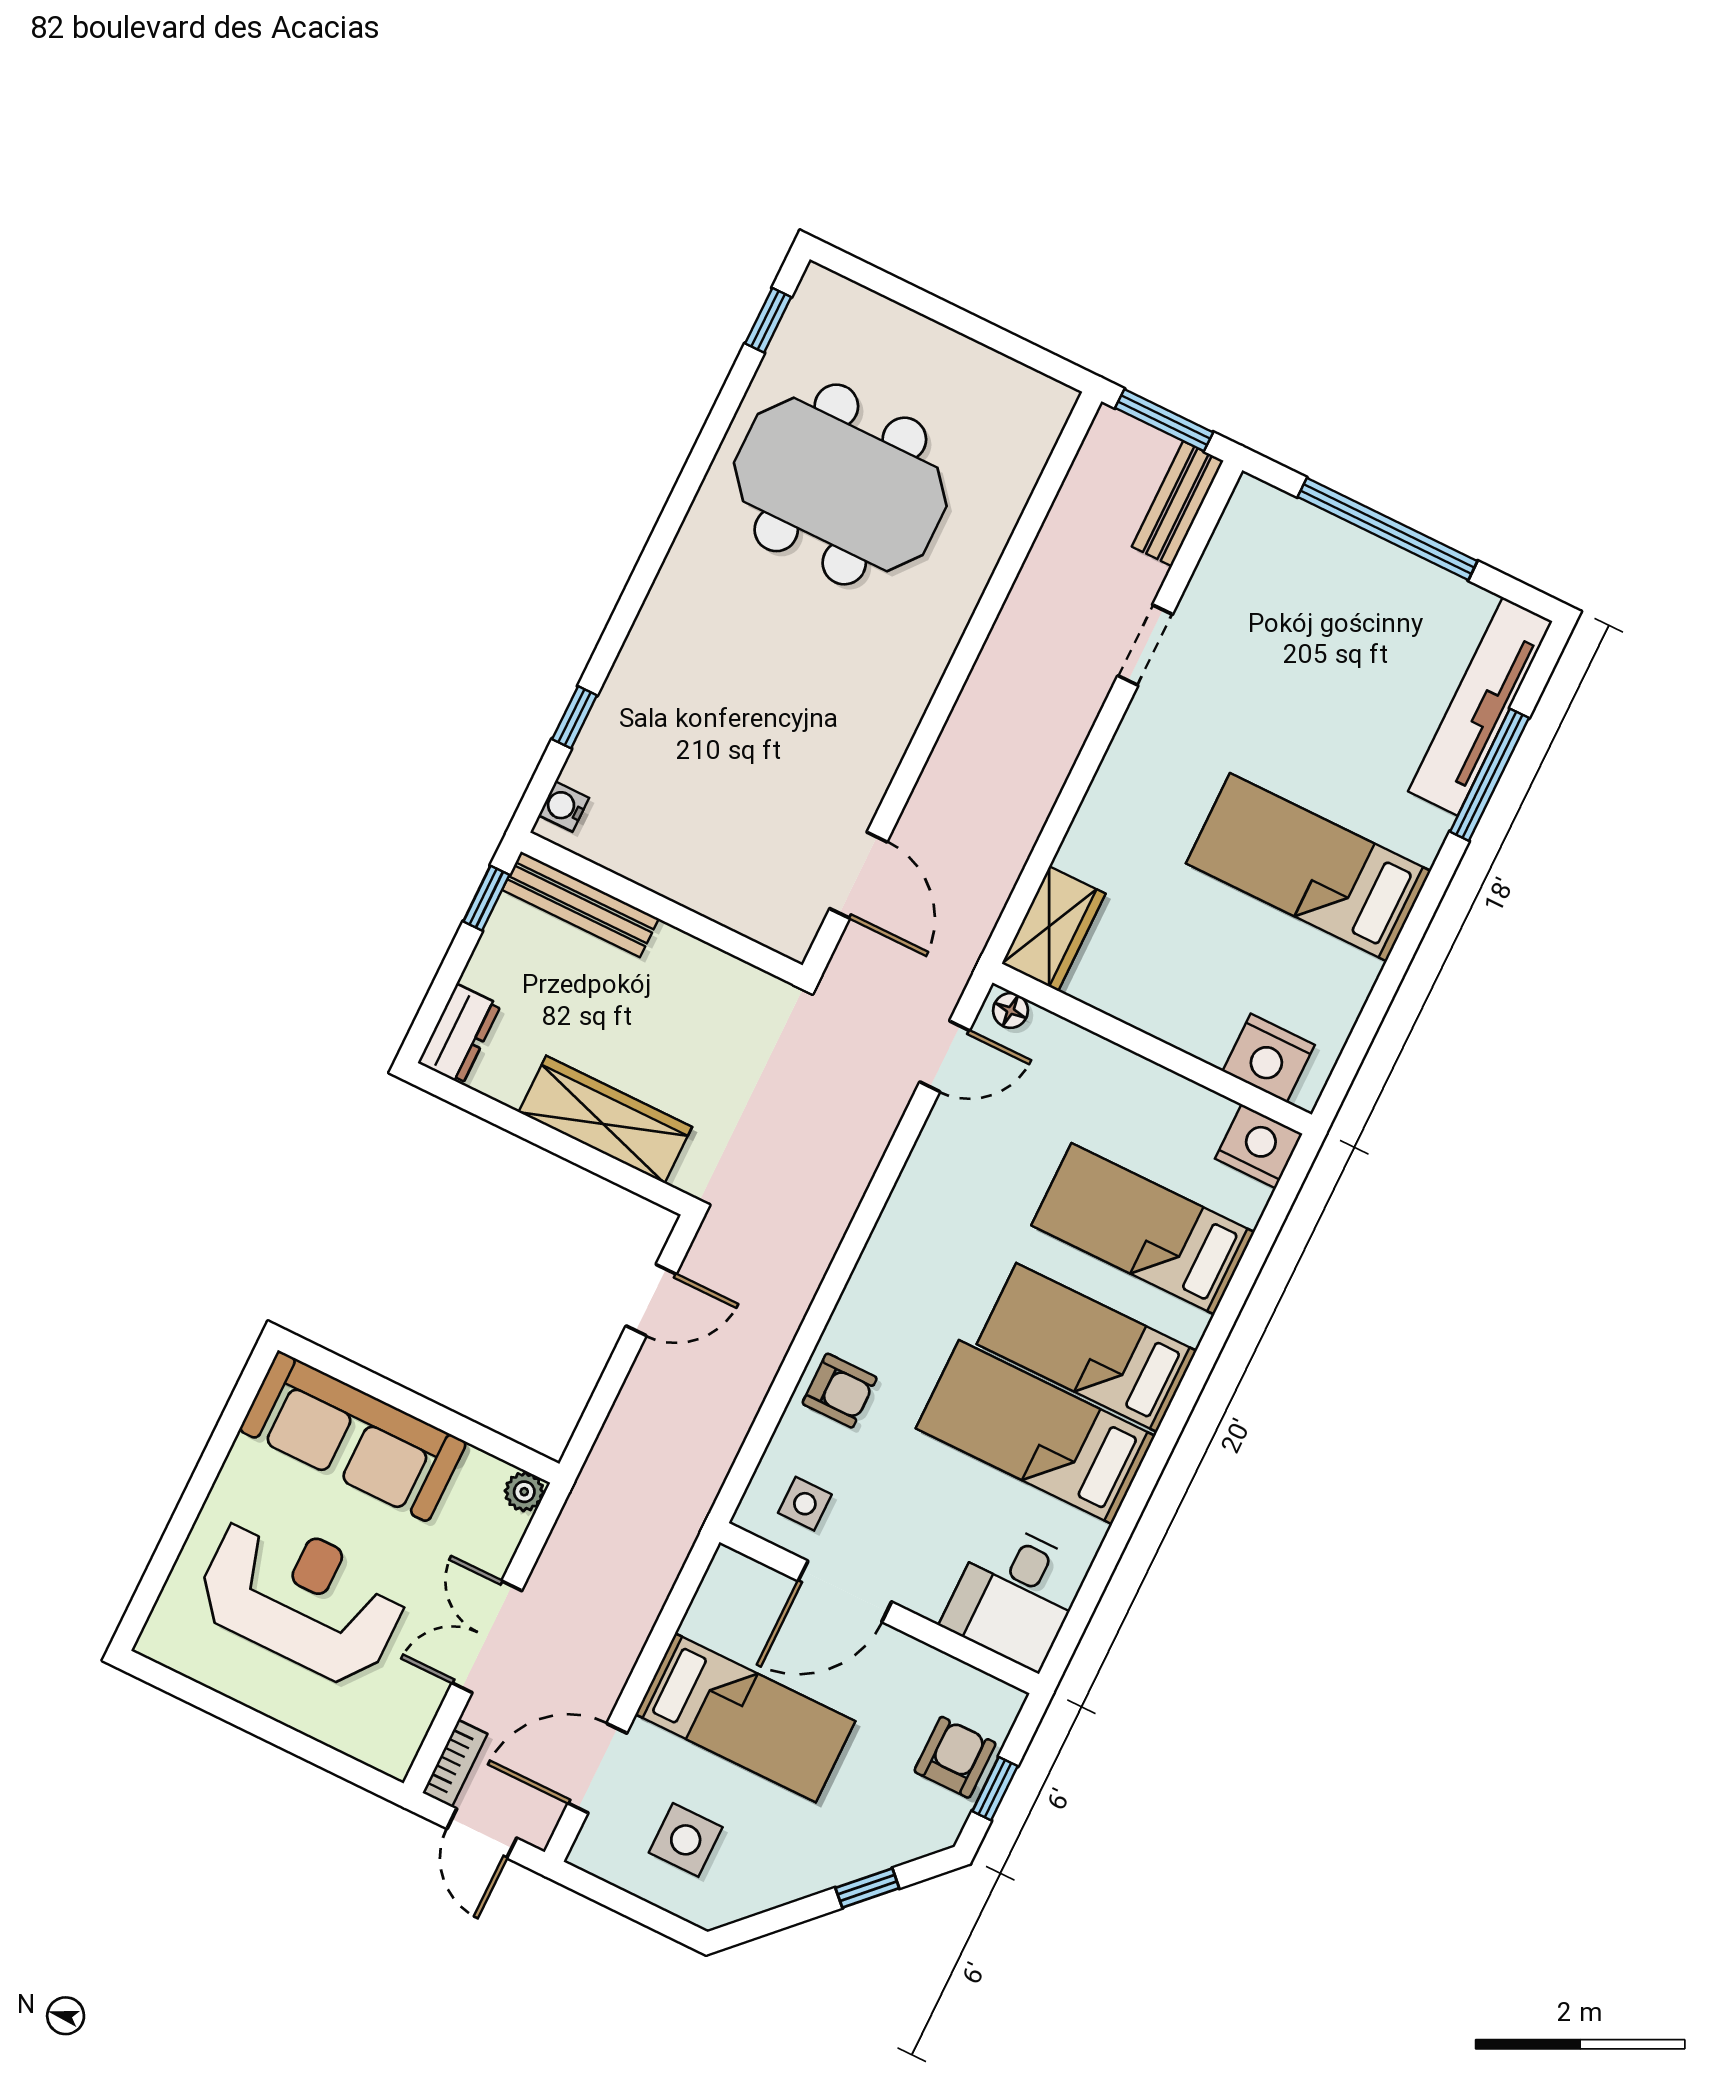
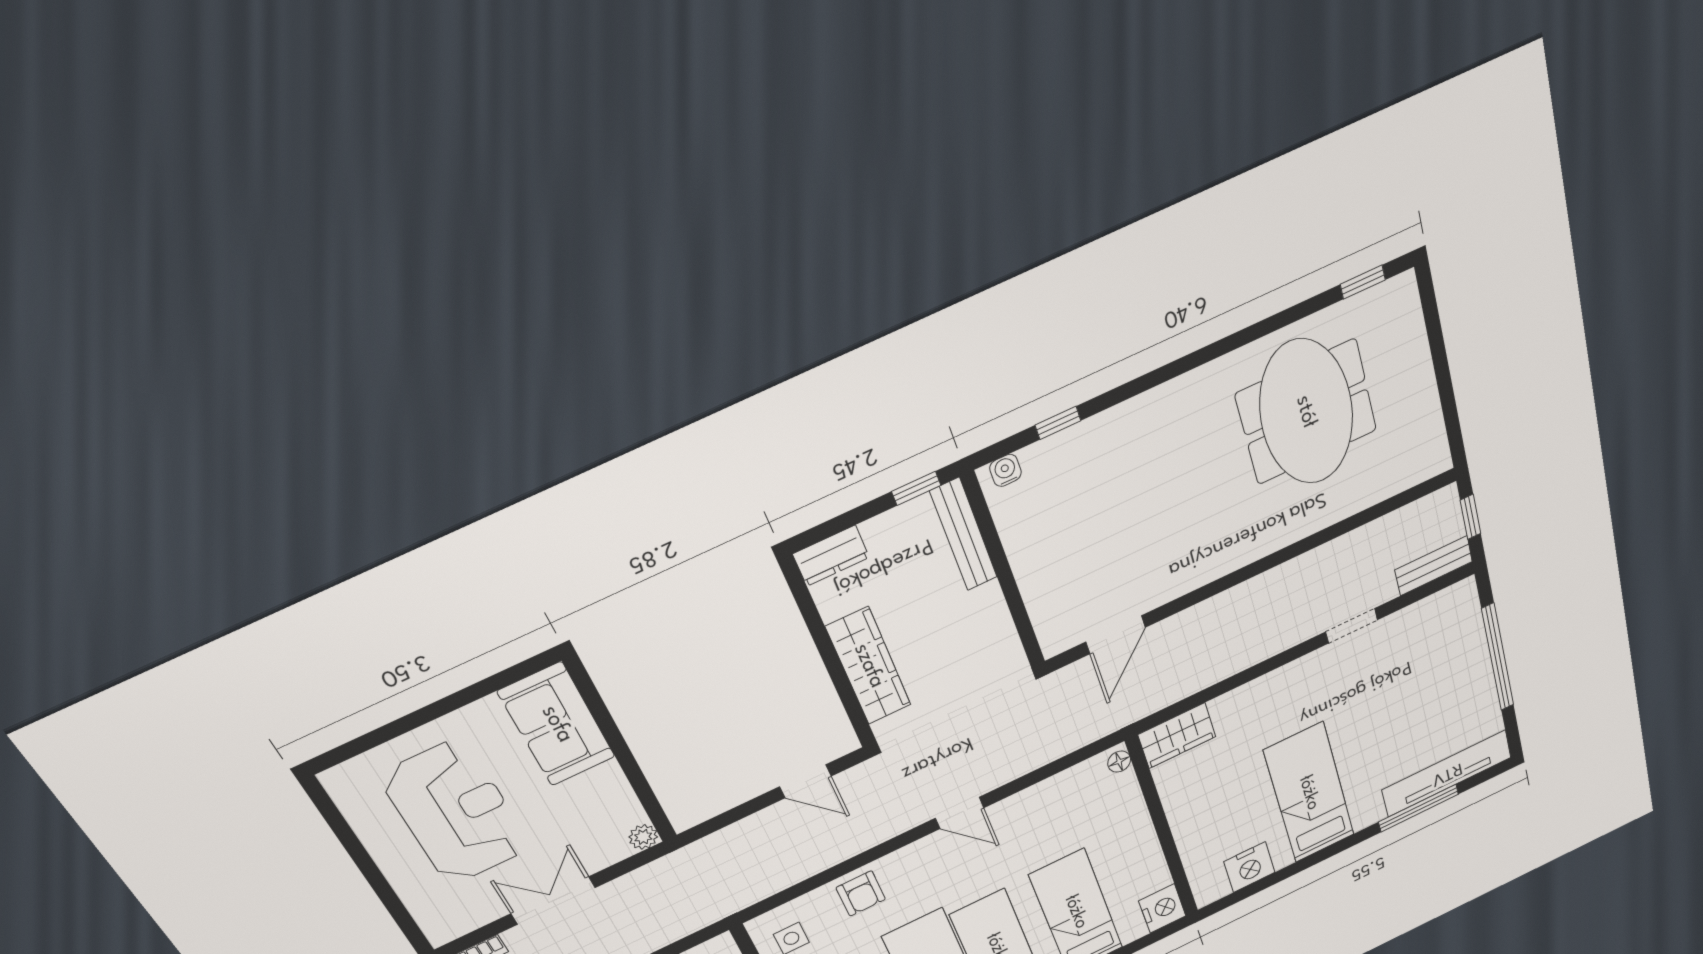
window: (1164, 420) -> (1470, 517), width x0.67
door: (945, 1056) -> (960, 813), moved
nightstand: (1269, 1058) -> (1249, 867), moved, turned -90
sofa: (353, 1436) -> (557, 724), width x0.73

